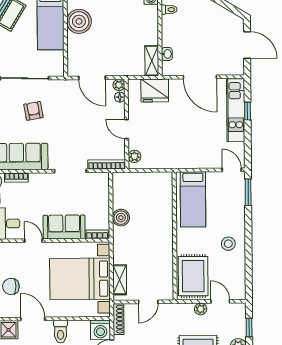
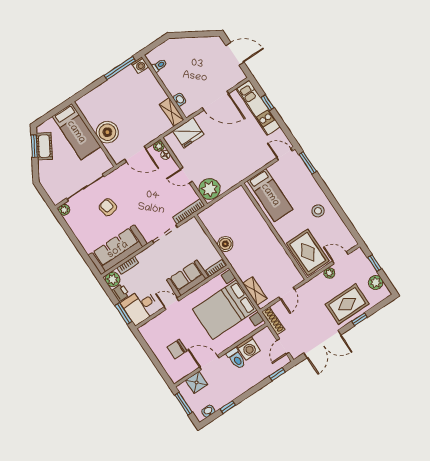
boiler: (79, 21) -> (107, 132), moved
plant: (135, 156) -> (210, 189), width x1.87, depth x1.87
washing machine: (100, 330) -> (249, 348), moved

